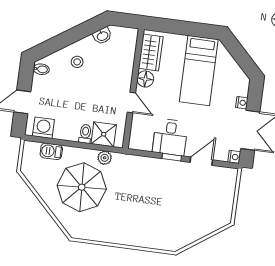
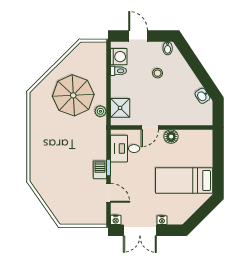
wardrobe: (151, 53) -> (194, 138), removed
stool: (77, 62) -> (158, 73), moved
toilet: (85, 134) -> (118, 71), moved
desk: (170, 137) -> (125, 149), moved
barbecue: (51, 151) -> (100, 170), moved

